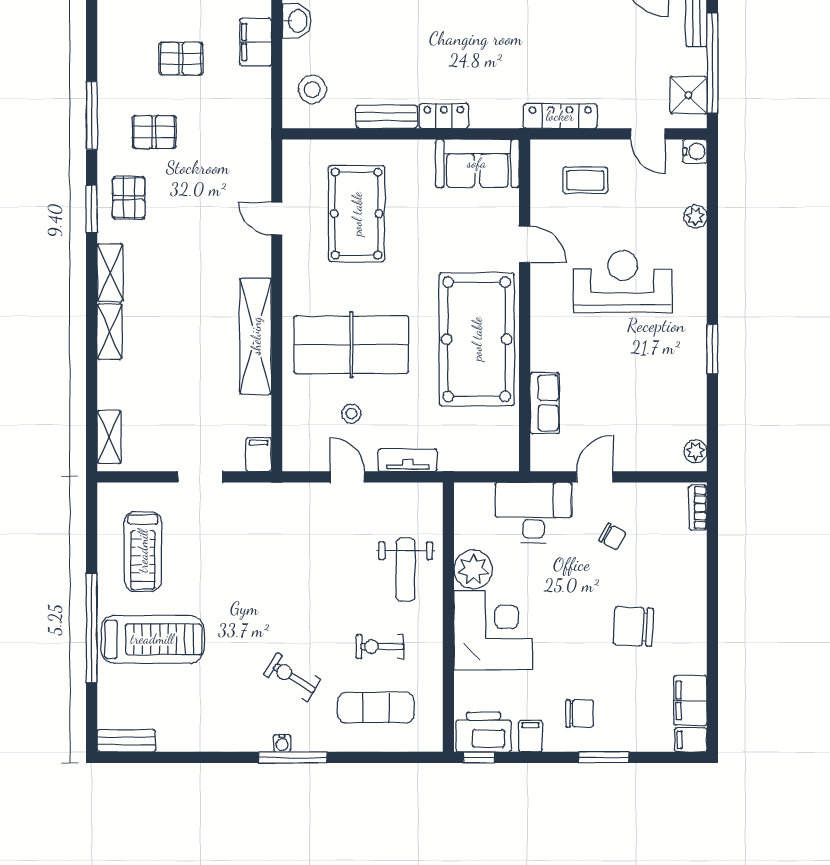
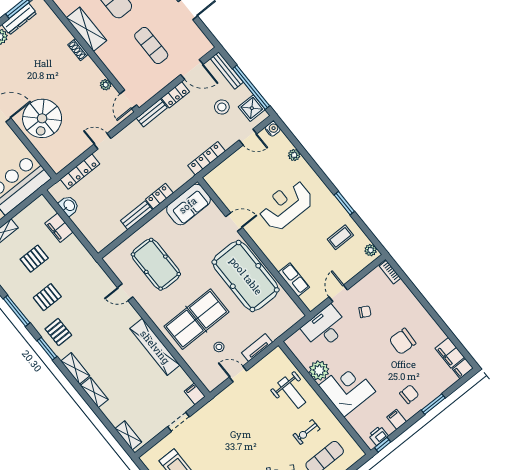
stool: (312, 89) -> (222, 107), moved
coffee table: (585, 180) -> (340, 237), moved
printer: (483, 732) -> (378, 436), width x0.53, depth x0.68

